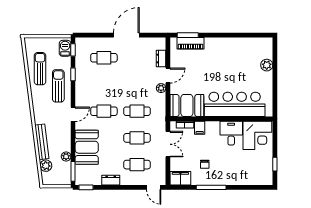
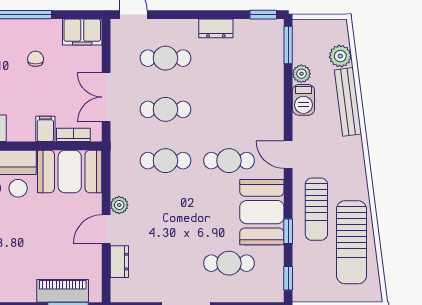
barbecue: (65, 48) -> (303, 100), moved
sun lounger: (40, 69) -> (352, 242), width x1.36, depth x1.34
door: (73, 114) -> (288, 155), hinge flipped
booth: (87, 147) -> (262, 212), moved

